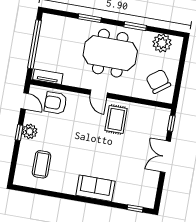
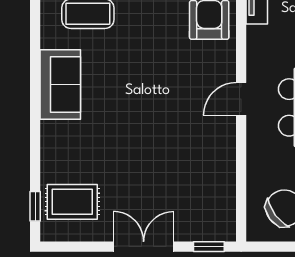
rug: (116, 119) -> (72, 202), moved
sofa: (95, 188) -> (60, 84), moved

